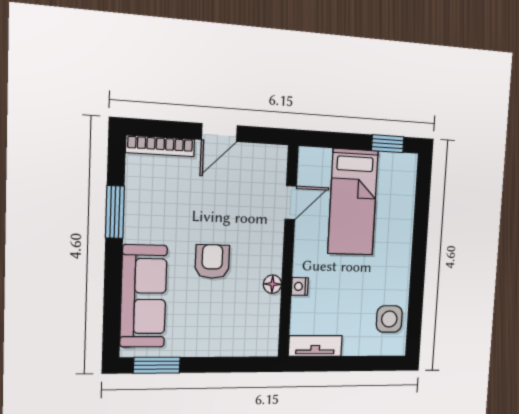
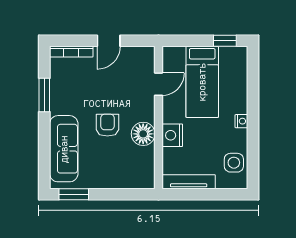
nightstand: (403, 261) -> (241, 121), added
floor lamp: (272, 284) -> (143, 134), width x1.89, depth x1.89
nightstand: (300, 286) -> (172, 135), width x1.89, depth x1.79
tv unit: (315, 346) -> (189, 182), width x1.41

